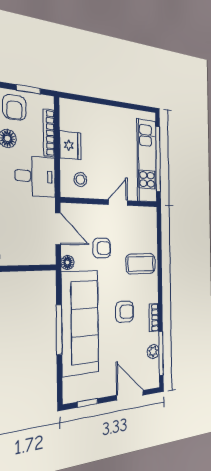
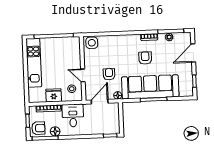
kitchen unit: (147, 161) -> (34, 63), moved, turned -90
door: (118, 203) -> (83, 75), moved
side table: (148, 221) -> (92, 43), added
coffee table: (141, 264) -> (117, 47), removed

